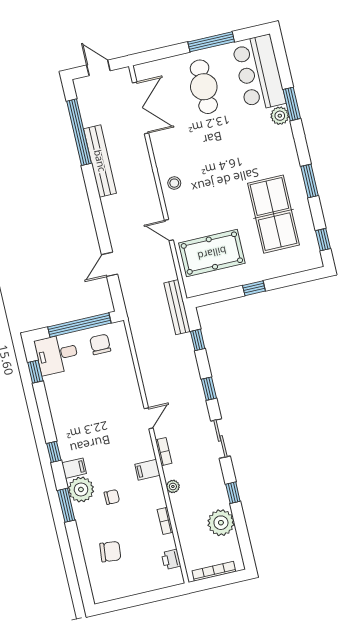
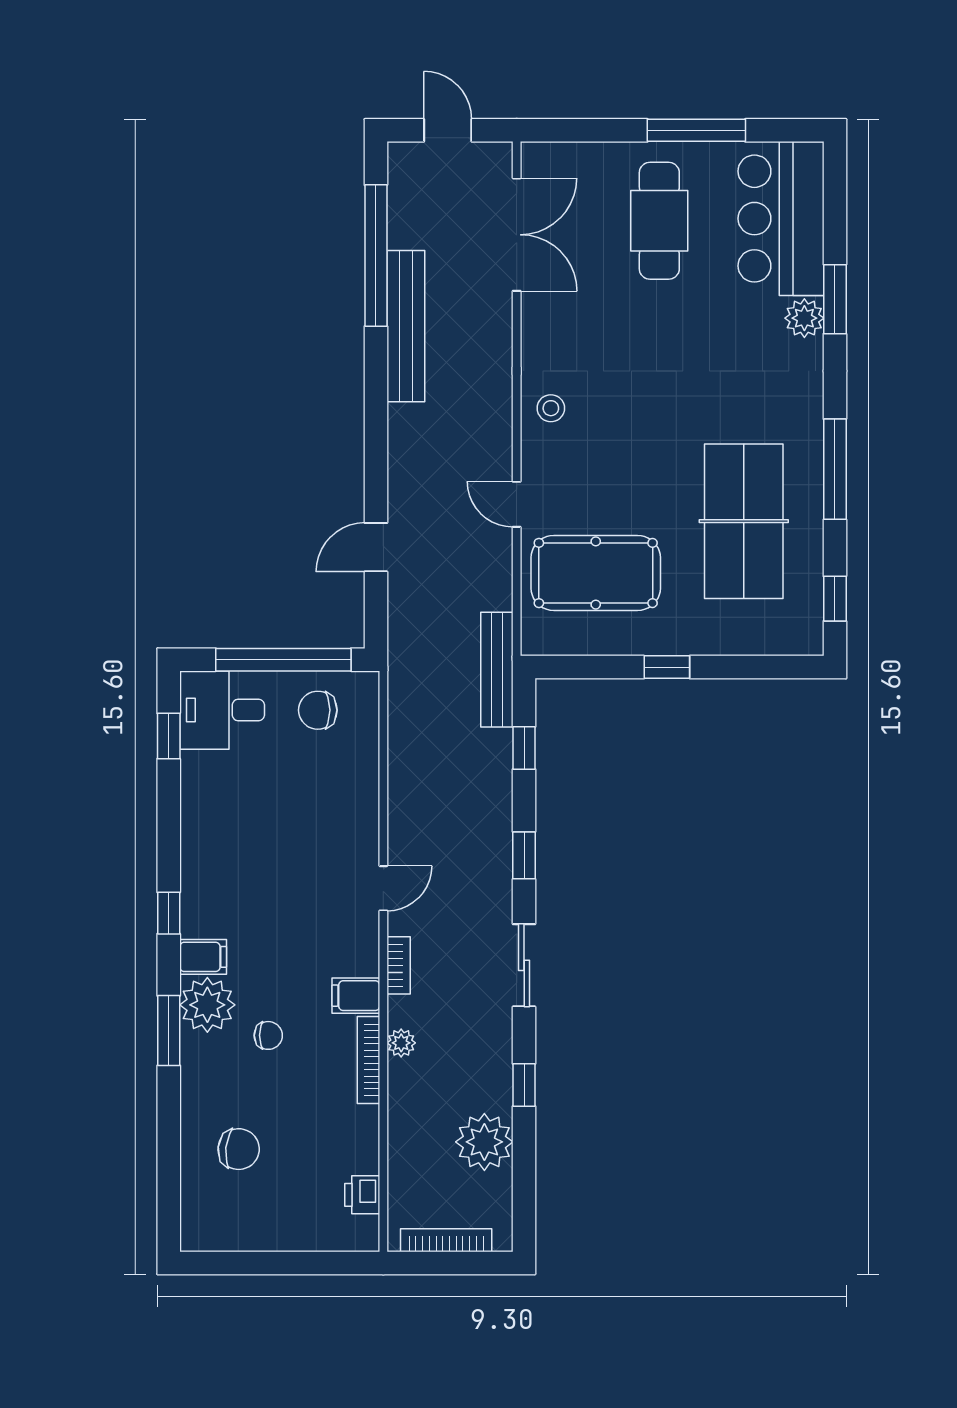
window: (309, 181) -> (835, 469), width x1.44
chair: (100, 344) -> (318, 710), turned -90
bookcase: (165, 521) -> (368, 1060), moved, width x1.56

